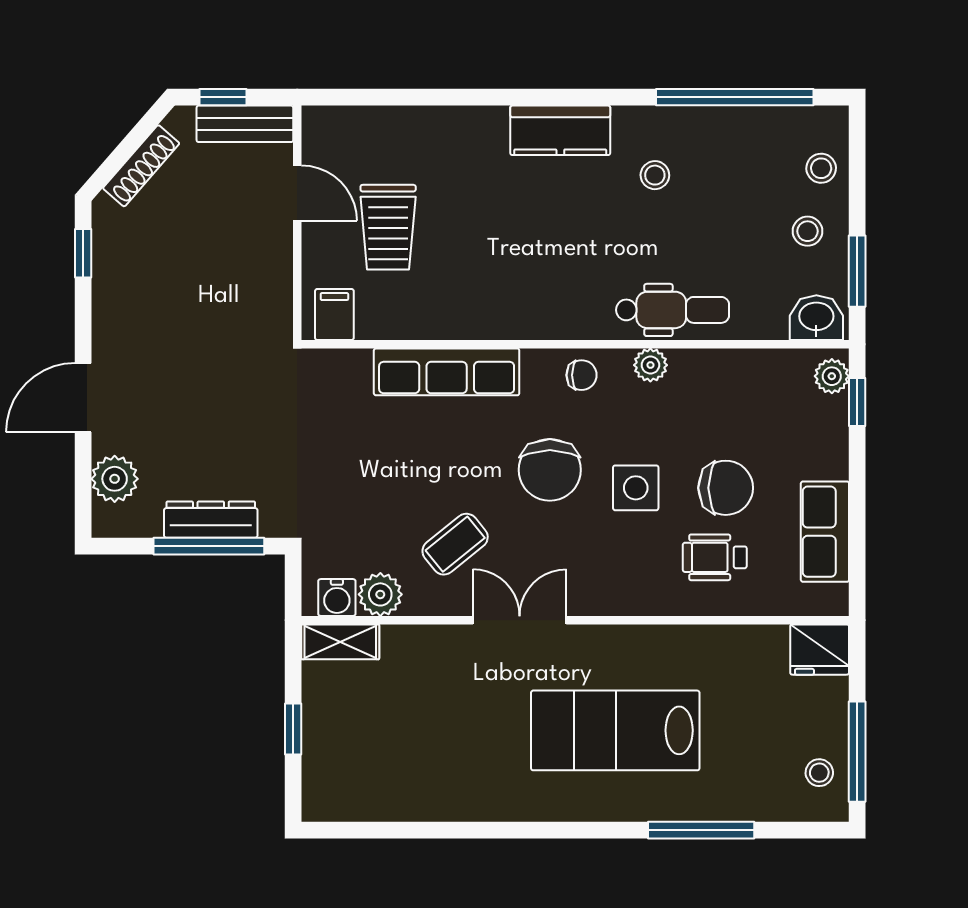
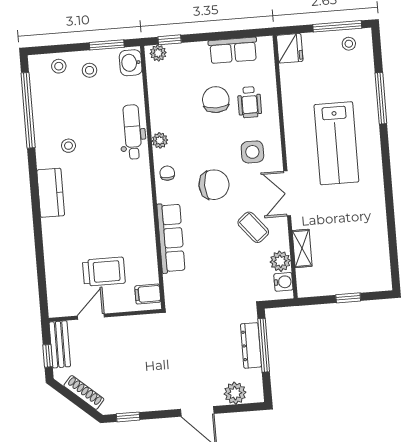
side table: (636, 488) -> (252, 152), moved
shelving: (340, 642) -> (302, 248), moved

